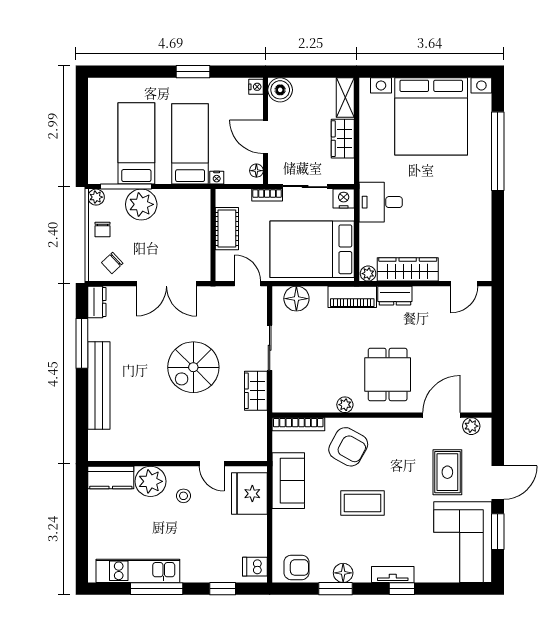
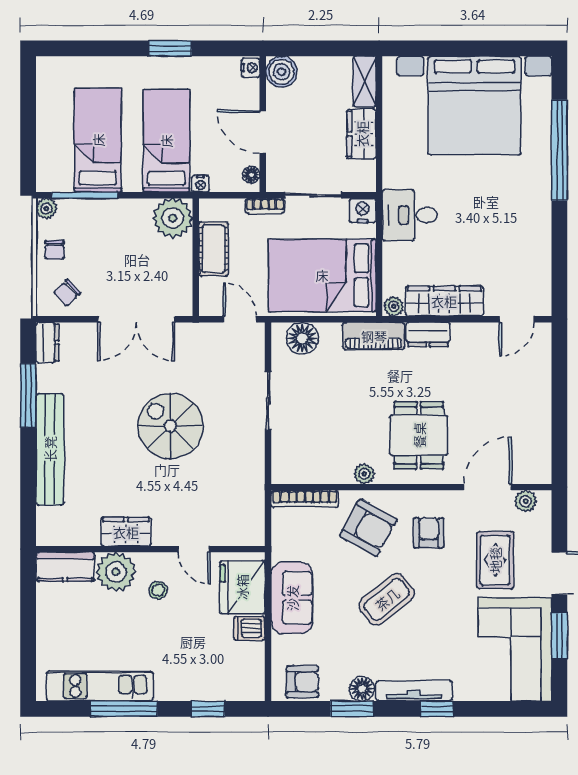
plant: (141, 204) -> (173, 218), moved
spiral stairs: (193, 367) -> (171, 426), turned 90
wardrobe: (256, 391) -> (126, 532), moved, turned 90
armchair: (395, 451) -> (429, 533), added
sofa: (288, 481) -> (292, 598), moved
coffee table: (362, 503) -> (387, 599), turned -39
dishwasher: (255, 567) -> (249, 628), moved
tv unit: (393, 575) -> (414, 691), width x1.41

